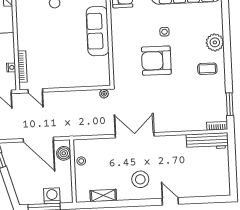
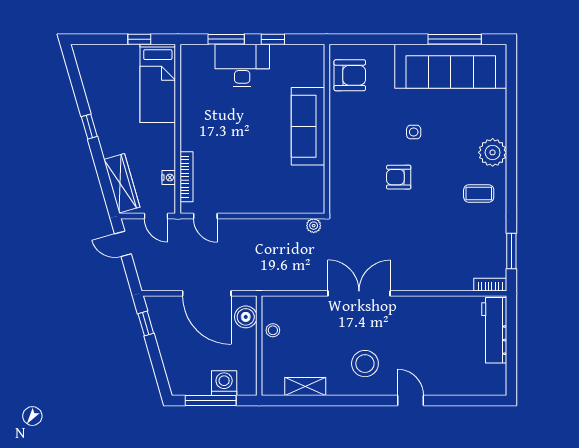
armchair: (156, 61) -> (399, 177), width x0.53, depth x0.53
workbench: (207, 141) -> (494, 330), moved, turned 90

